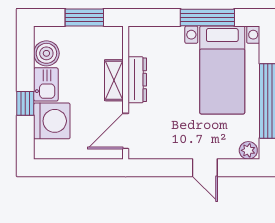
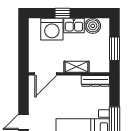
dresser: (137, 80) -> (95, 81), moved
door: (126, 131) -> (46, 74), swing flipped

